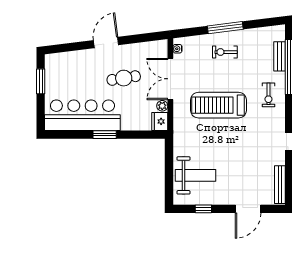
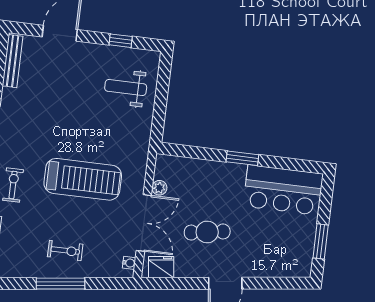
bar counter: (82, 115) -> (283, 190), width x0.73
fridge: (160, 121) -> (161, 267), moved, turned -97
weight bench: (196, 175) -> (126, 88), width x0.73, depth x0.75

